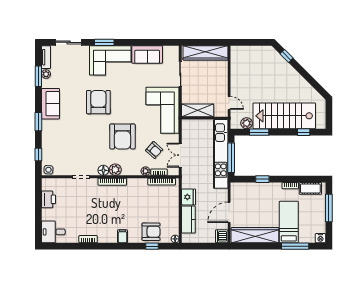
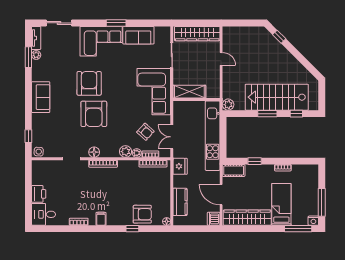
window: (104, 42) -> (116, 23), moved
door: (229, 103) -> (221, 59), moved
sofa: (50, 104) -> (41, 97), moved
window: (38, 122) -> (28, 103), removed
plant: (247, 123) -> (228, 105), moved
window: (259, 132) -> (267, 114), moved
armchair: (122, 136) -> (94, 114), moved
window: (231, 158) -> (223, 140), removed
plant: (115, 170) -> (126, 152), moved
cot: (310, 188) -> (234, 170), moved
fridge: (188, 197) -> (180, 166), moved
printer: (48, 199) -> (39, 194), moved
window: (329, 208) -> (322, 202), moved
door: (229, 212) -> (221, 195), hinge flipped
filing cabinet: (122, 236) -> (101, 219), moved
window: (152, 246) -> (132, 229), moved
window: (295, 246) -> (298, 229), moved

